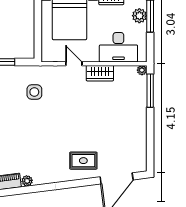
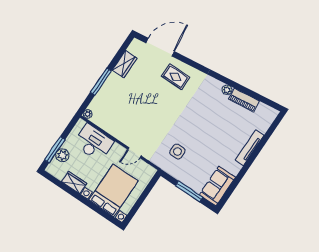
door: (74, 64) -> (134, 153), hinge flipped
wardrobe: (100, 73) -> (125, 64), moved, turned 90
window: (150, 91) -> (101, 82), moved

